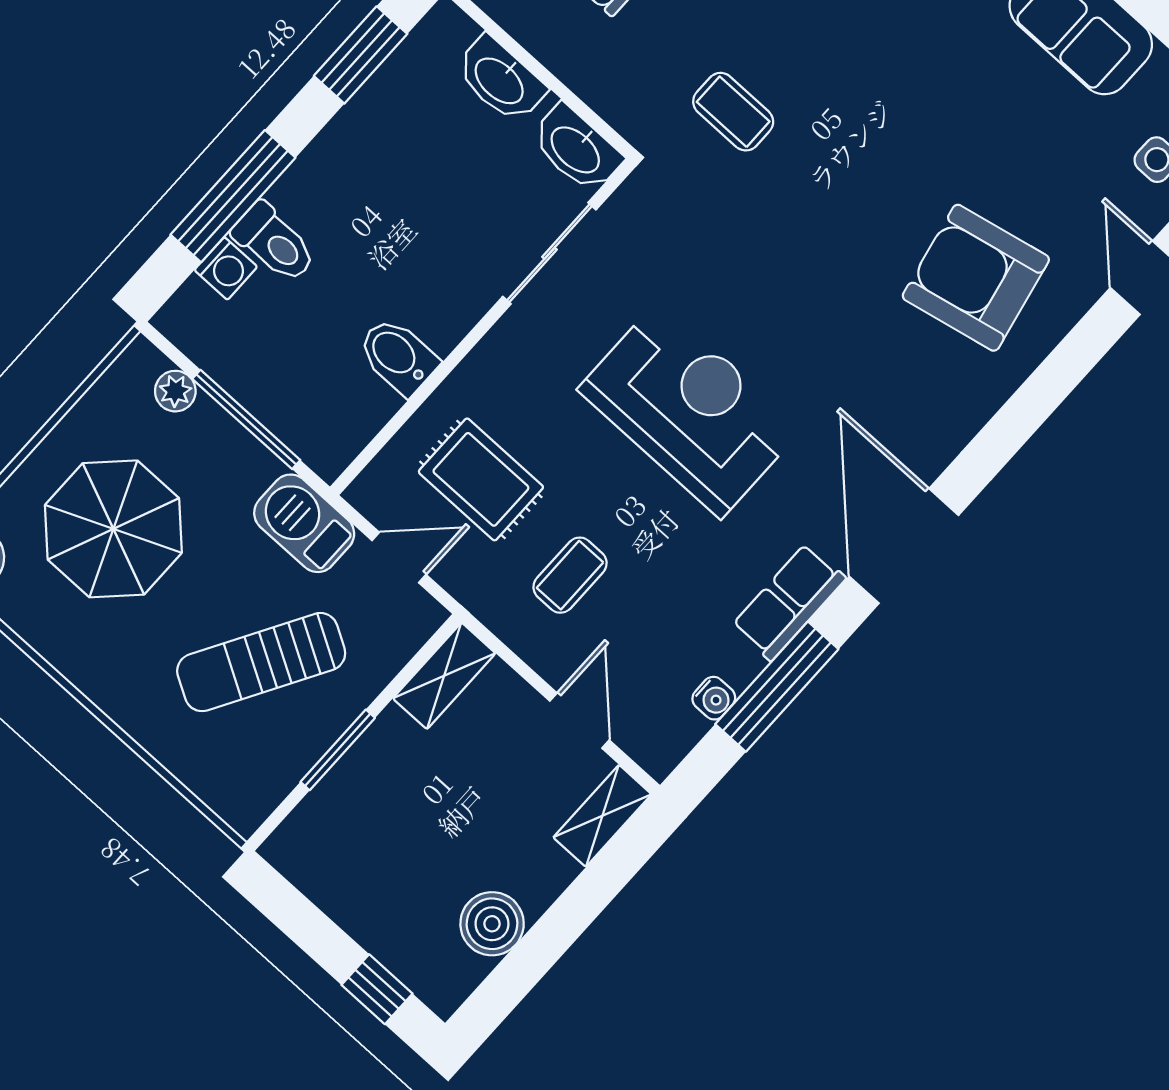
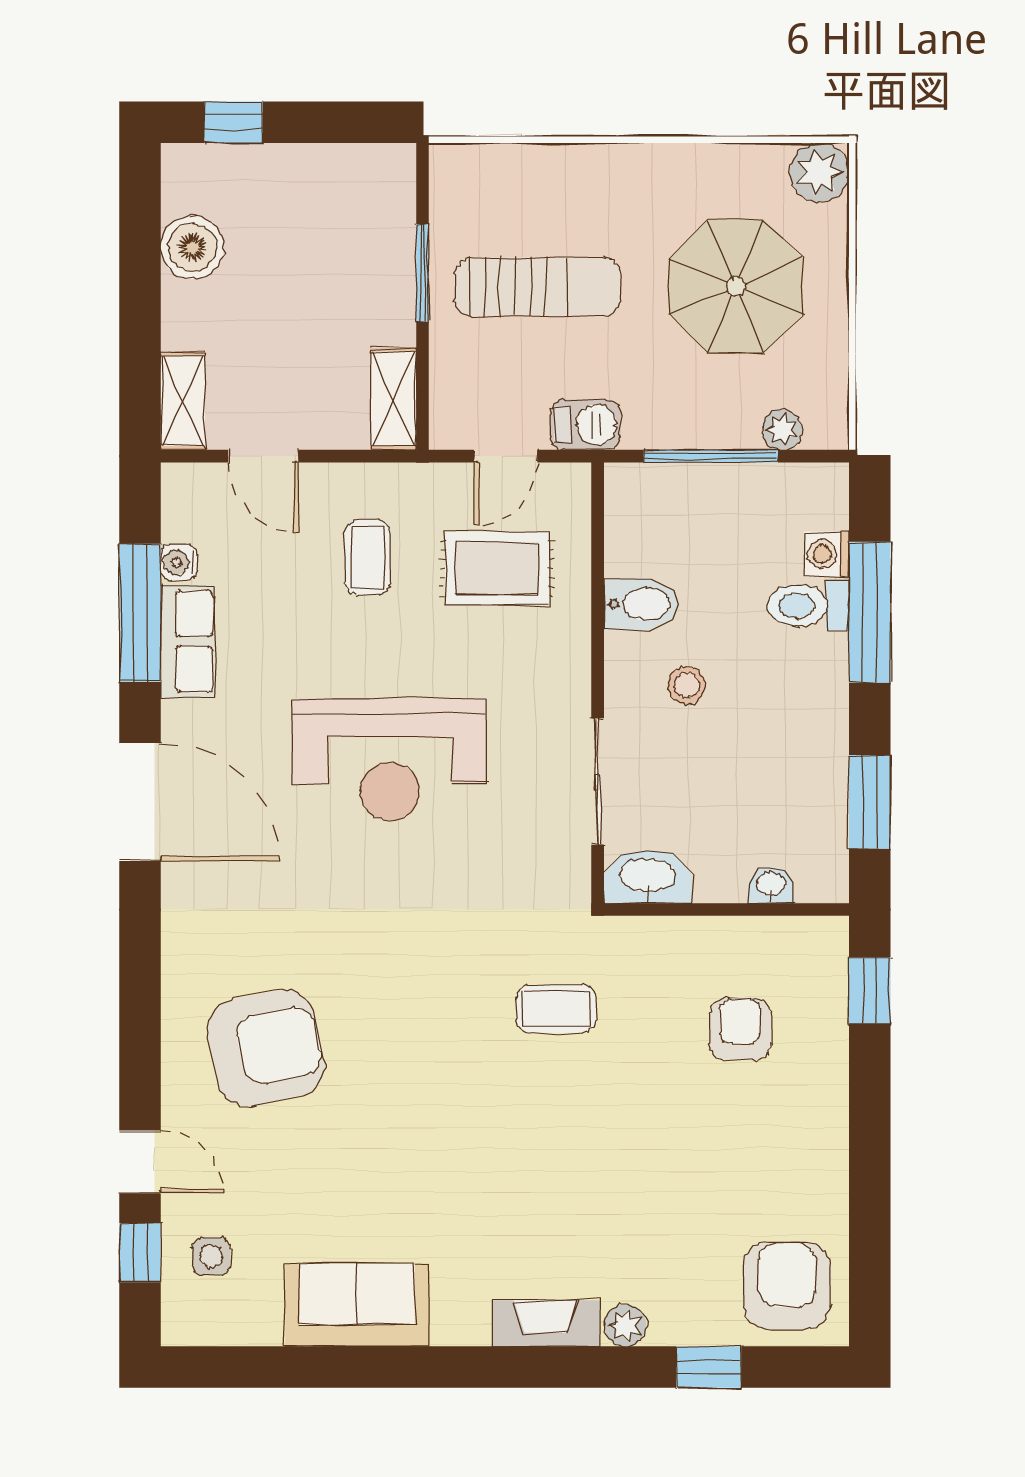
washbasin: (500, 80) -> (771, 885), width x0.52, depth x0.69
stool: (419, 265) -> (686, 685), added
barbecue: (304, 523) -> (585, 425), width x0.73, depth x0.79
row of seats: (789, 602) -> (188, 641), moved
sun lounger: (261, 662) -> (538, 287), turned 60

